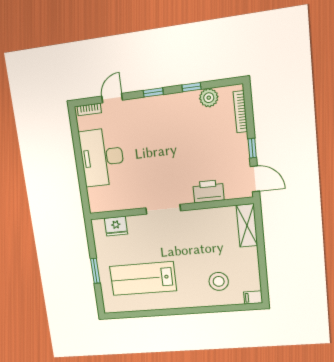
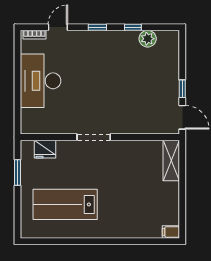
bookcase: (240, 112) -> (175, 55), removed
printer: (208, 191) -> (139, 124), removed
window: (95, 271) -> (18, 172), moved
stool: (219, 281) -> (139, 213), removed

